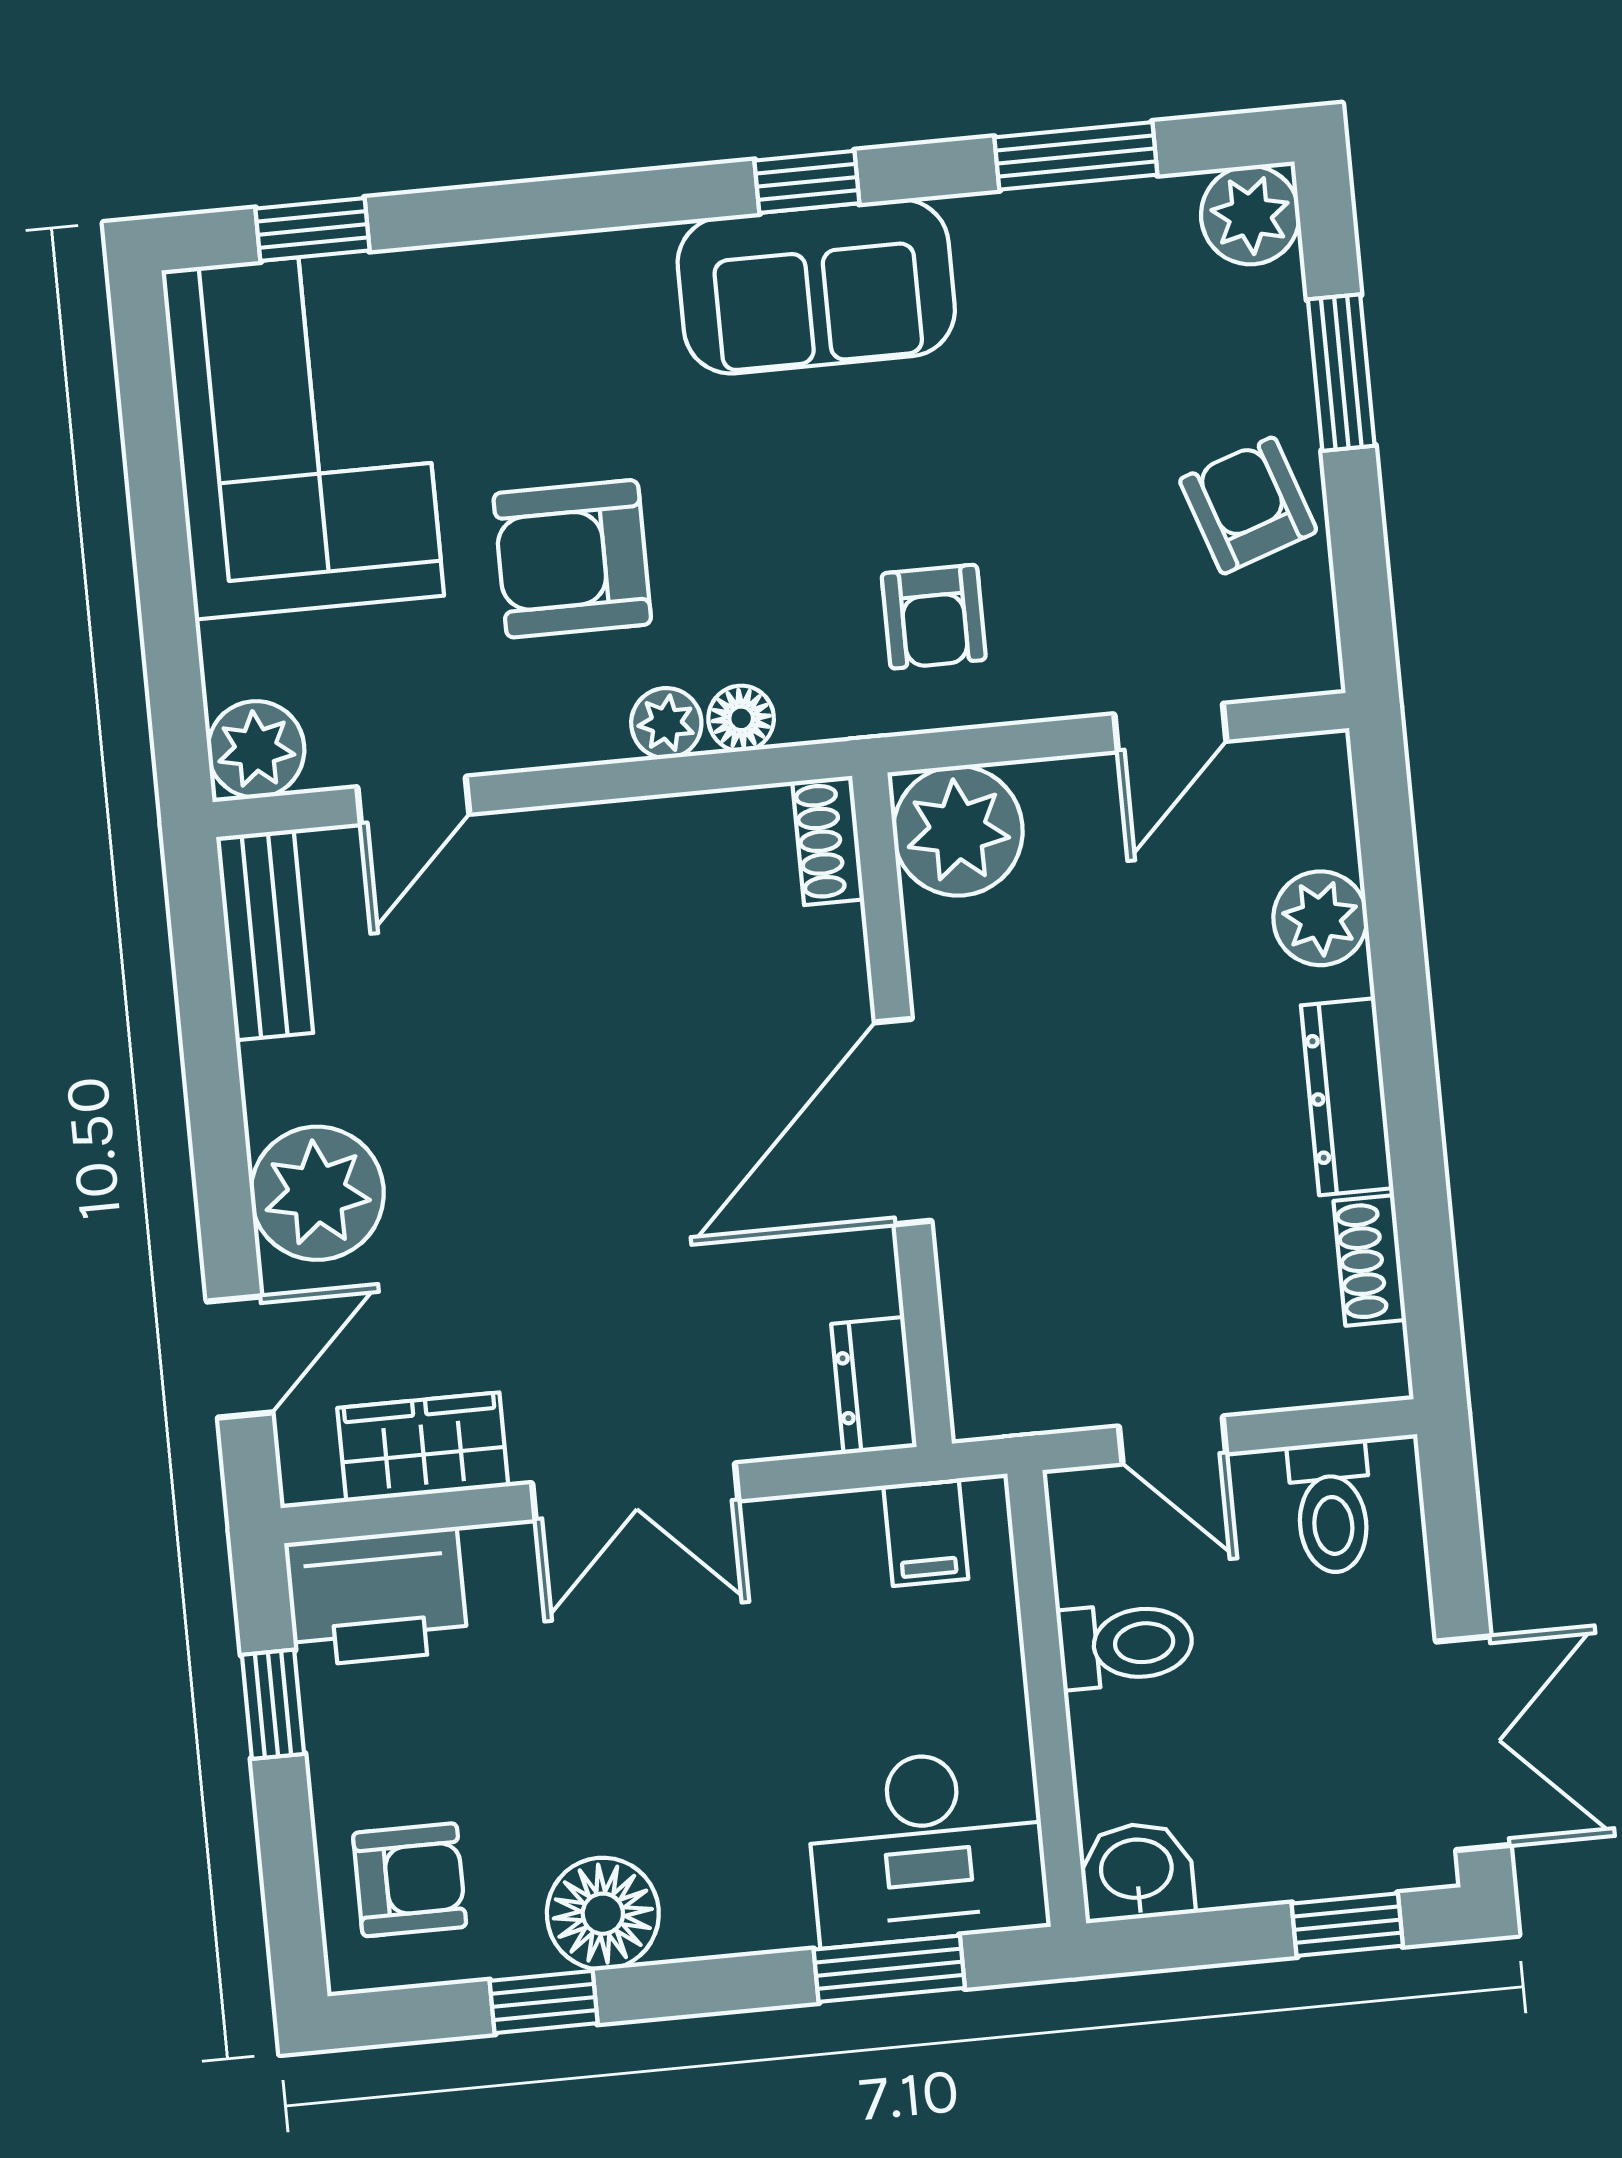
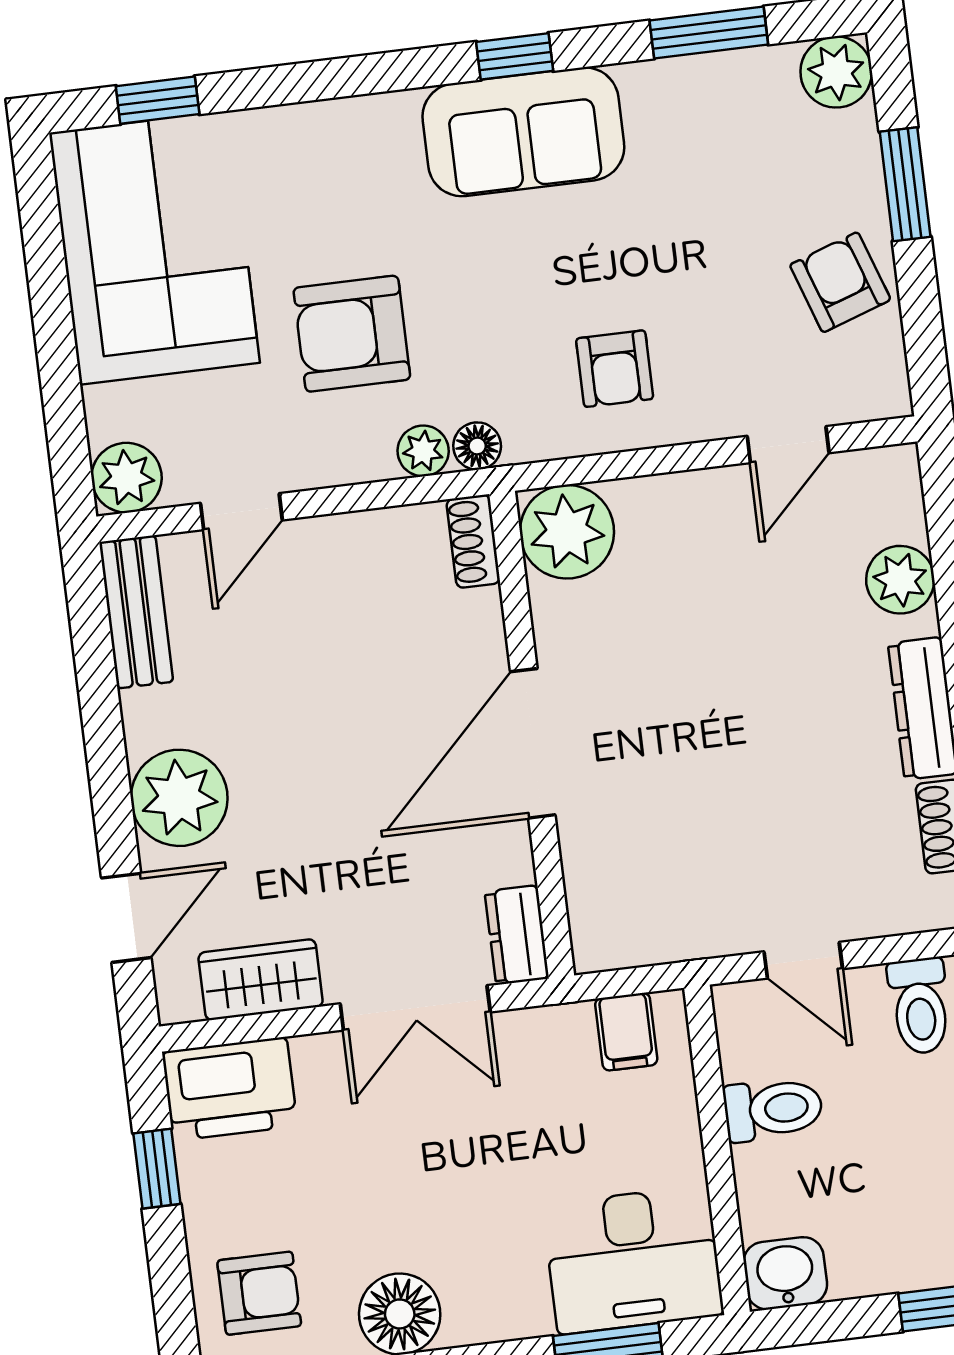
plant: (958, 831) -> (567, 532), moved
shoe rack: (828, 840) -> (473, 541), moved
wall: (902, 1110) -> (532, 735), moved
door: (903, 1122) -> (533, 743), moved
dresser: (874, 1386) -> (517, 935), moved

